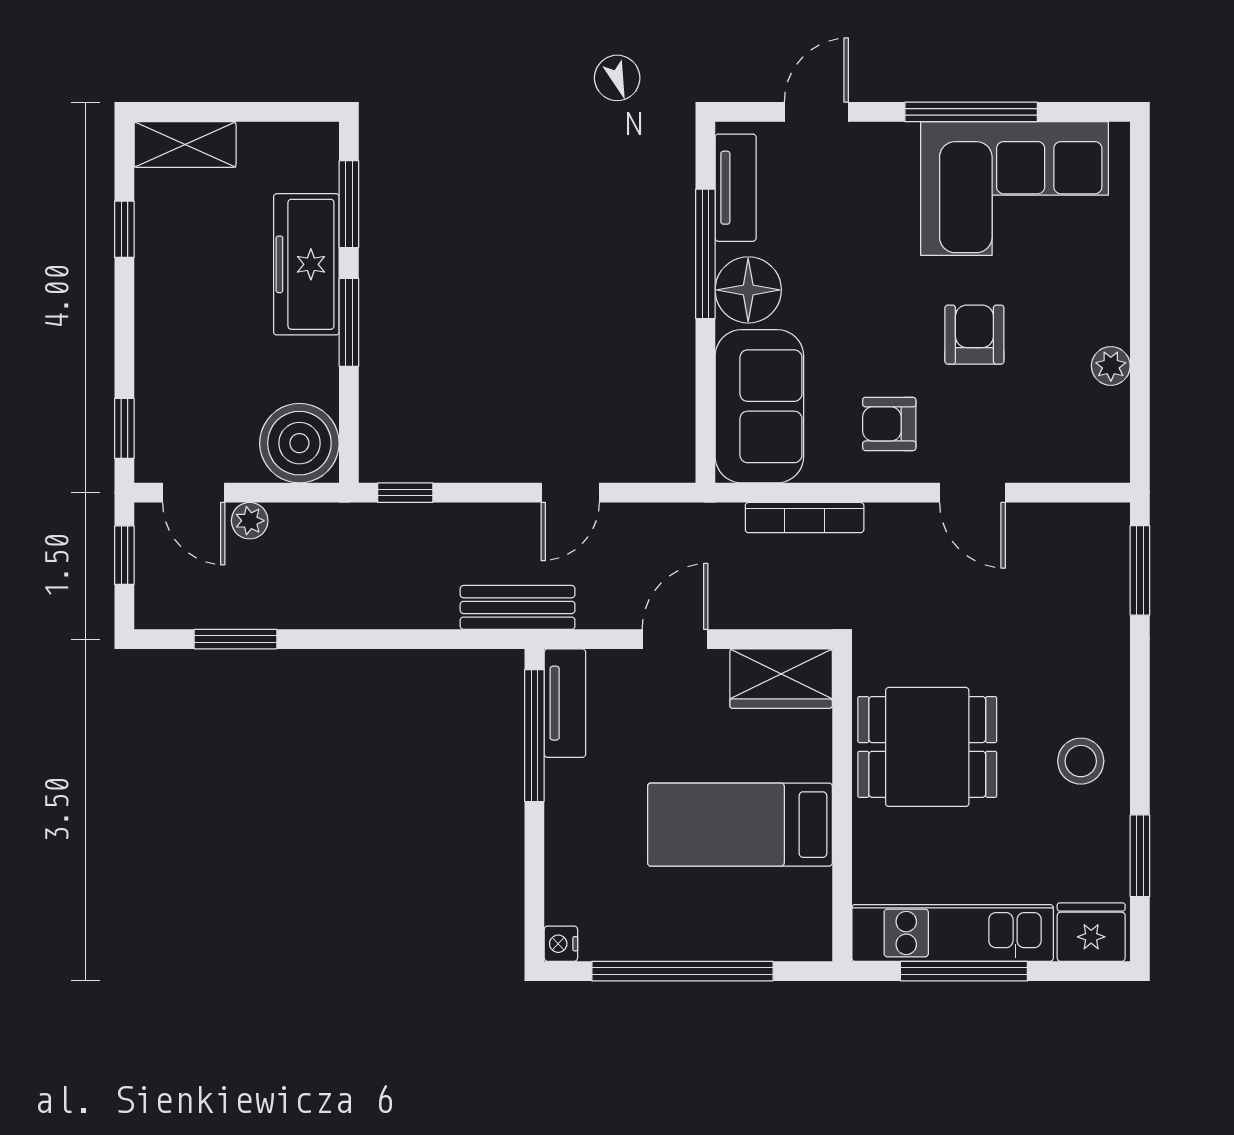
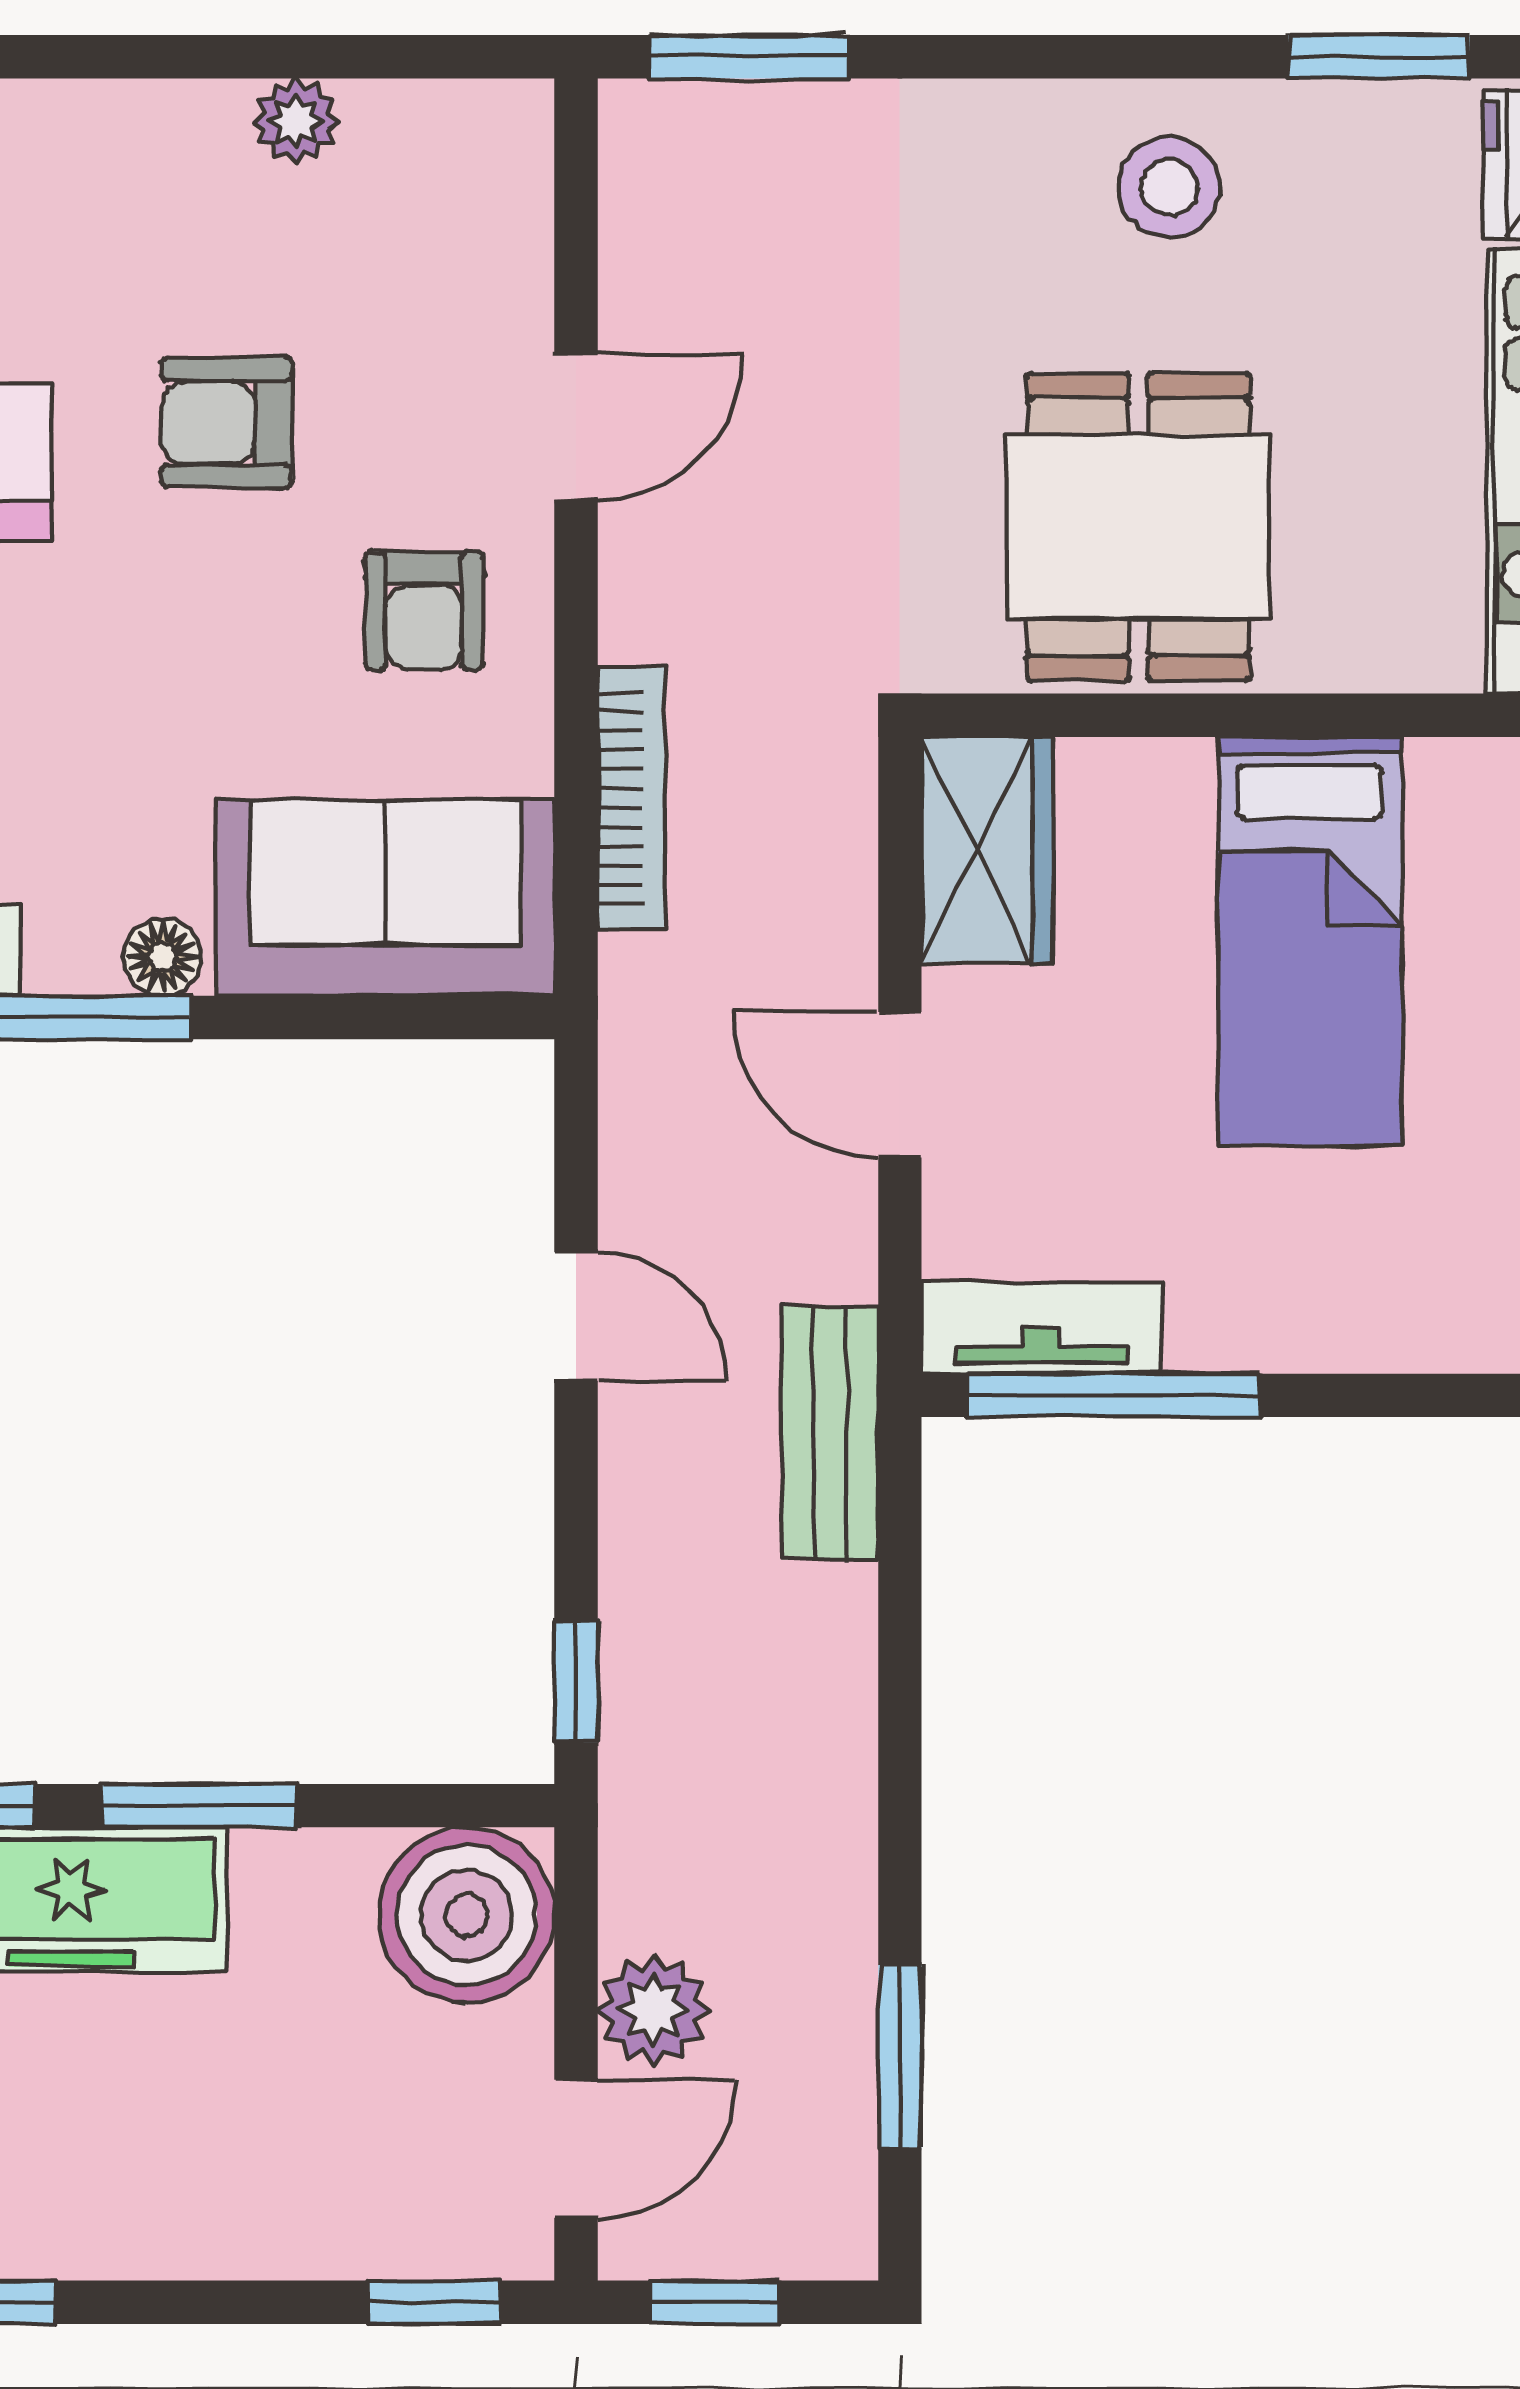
floor lamp: (748, 290) -> (162, 957), width x0.53, depth x0.53
plant: (250, 521) -> (653, 2010), width x1.38, depth x1.38

